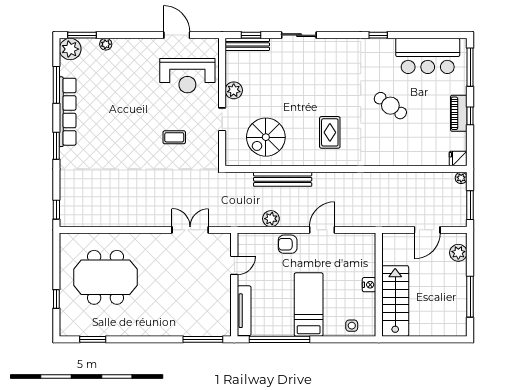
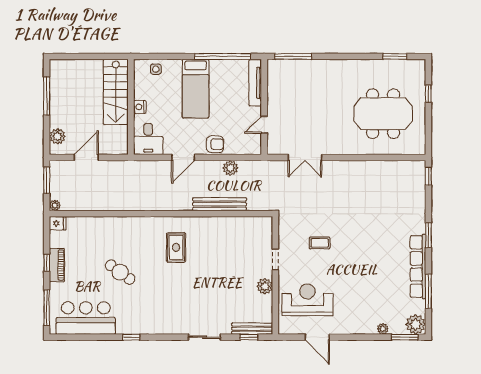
spiral stairs: (266, 137) -> (235, 243), removed
desk: (360, 250) -> (148, 139), added

